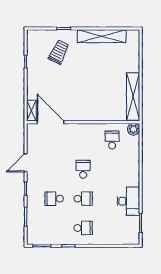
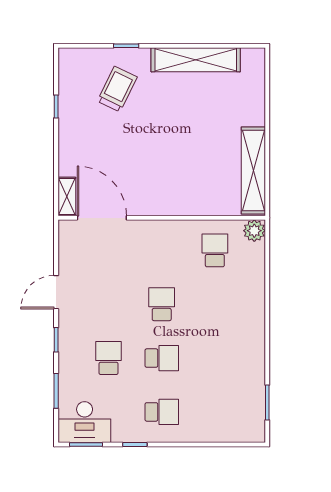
school desk: (54, 199) -> (109, 358), turned 90
desk: (128, 201) -> (85, 422), moved, turned 90

